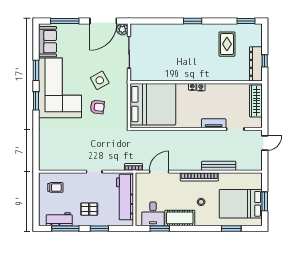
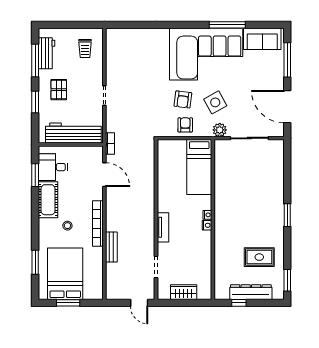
plant: (122, 29) -> (220, 130), moved
dresser: (256, 64) -> (251, 292), moved
window: (36, 70) -> (227, 25), width x1.44
window: (36, 101) -> (190, 25), removed
wardrobe: (256, 101) -> (184, 292), width x0.67
bed: (153, 104) -> (199, 167), width x0.49
armchair: (118, 105) -> (185, 125), added
tv unit: (214, 123) -> (163, 227), moved
bench: (219, 166) -> (111, 247), width x0.73

